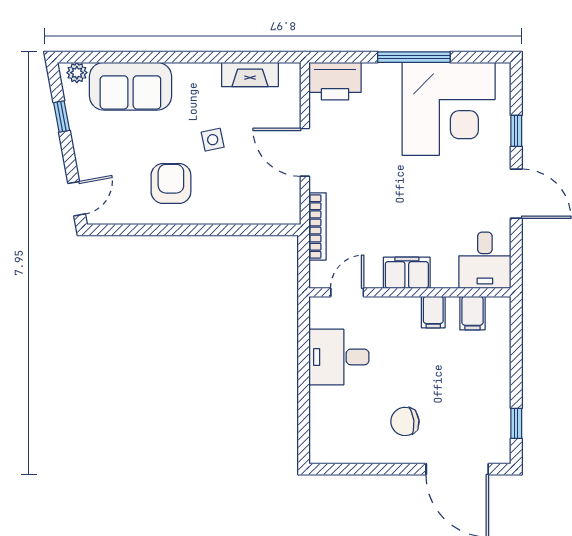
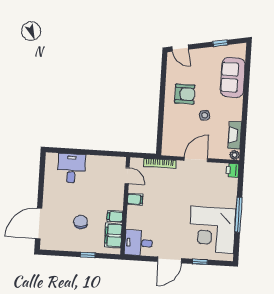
plant: (77, 73) -> (235, 155), moved
printer: (335, 81) -> (232, 170), width x0.53, depth x0.68
filing cabinet: (407, 273) -> (135, 199), width x0.50
filing cabinet: (472, 313) -> (113, 235), width x2.00
desk: (339, 357) -> (71, 168), moved
chair: (405, 421) -> (81, 222), moved
window: (516, 423) -> (88, 255), moved

